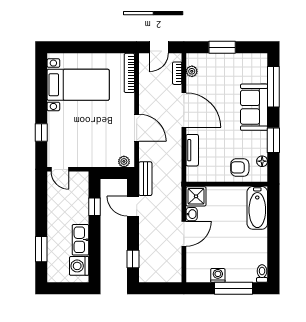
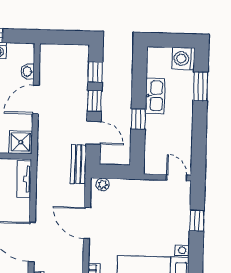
tv unit: (192, 150) -> (24, 179), moved
window: (95, 207) -> (138, 119), moved
washbasin: (192, 214) -> (28, 71), moved
window: (133, 234) -> (94, 101), added
washing machine: (79, 266) -> (184, 59), moved, turned 180

